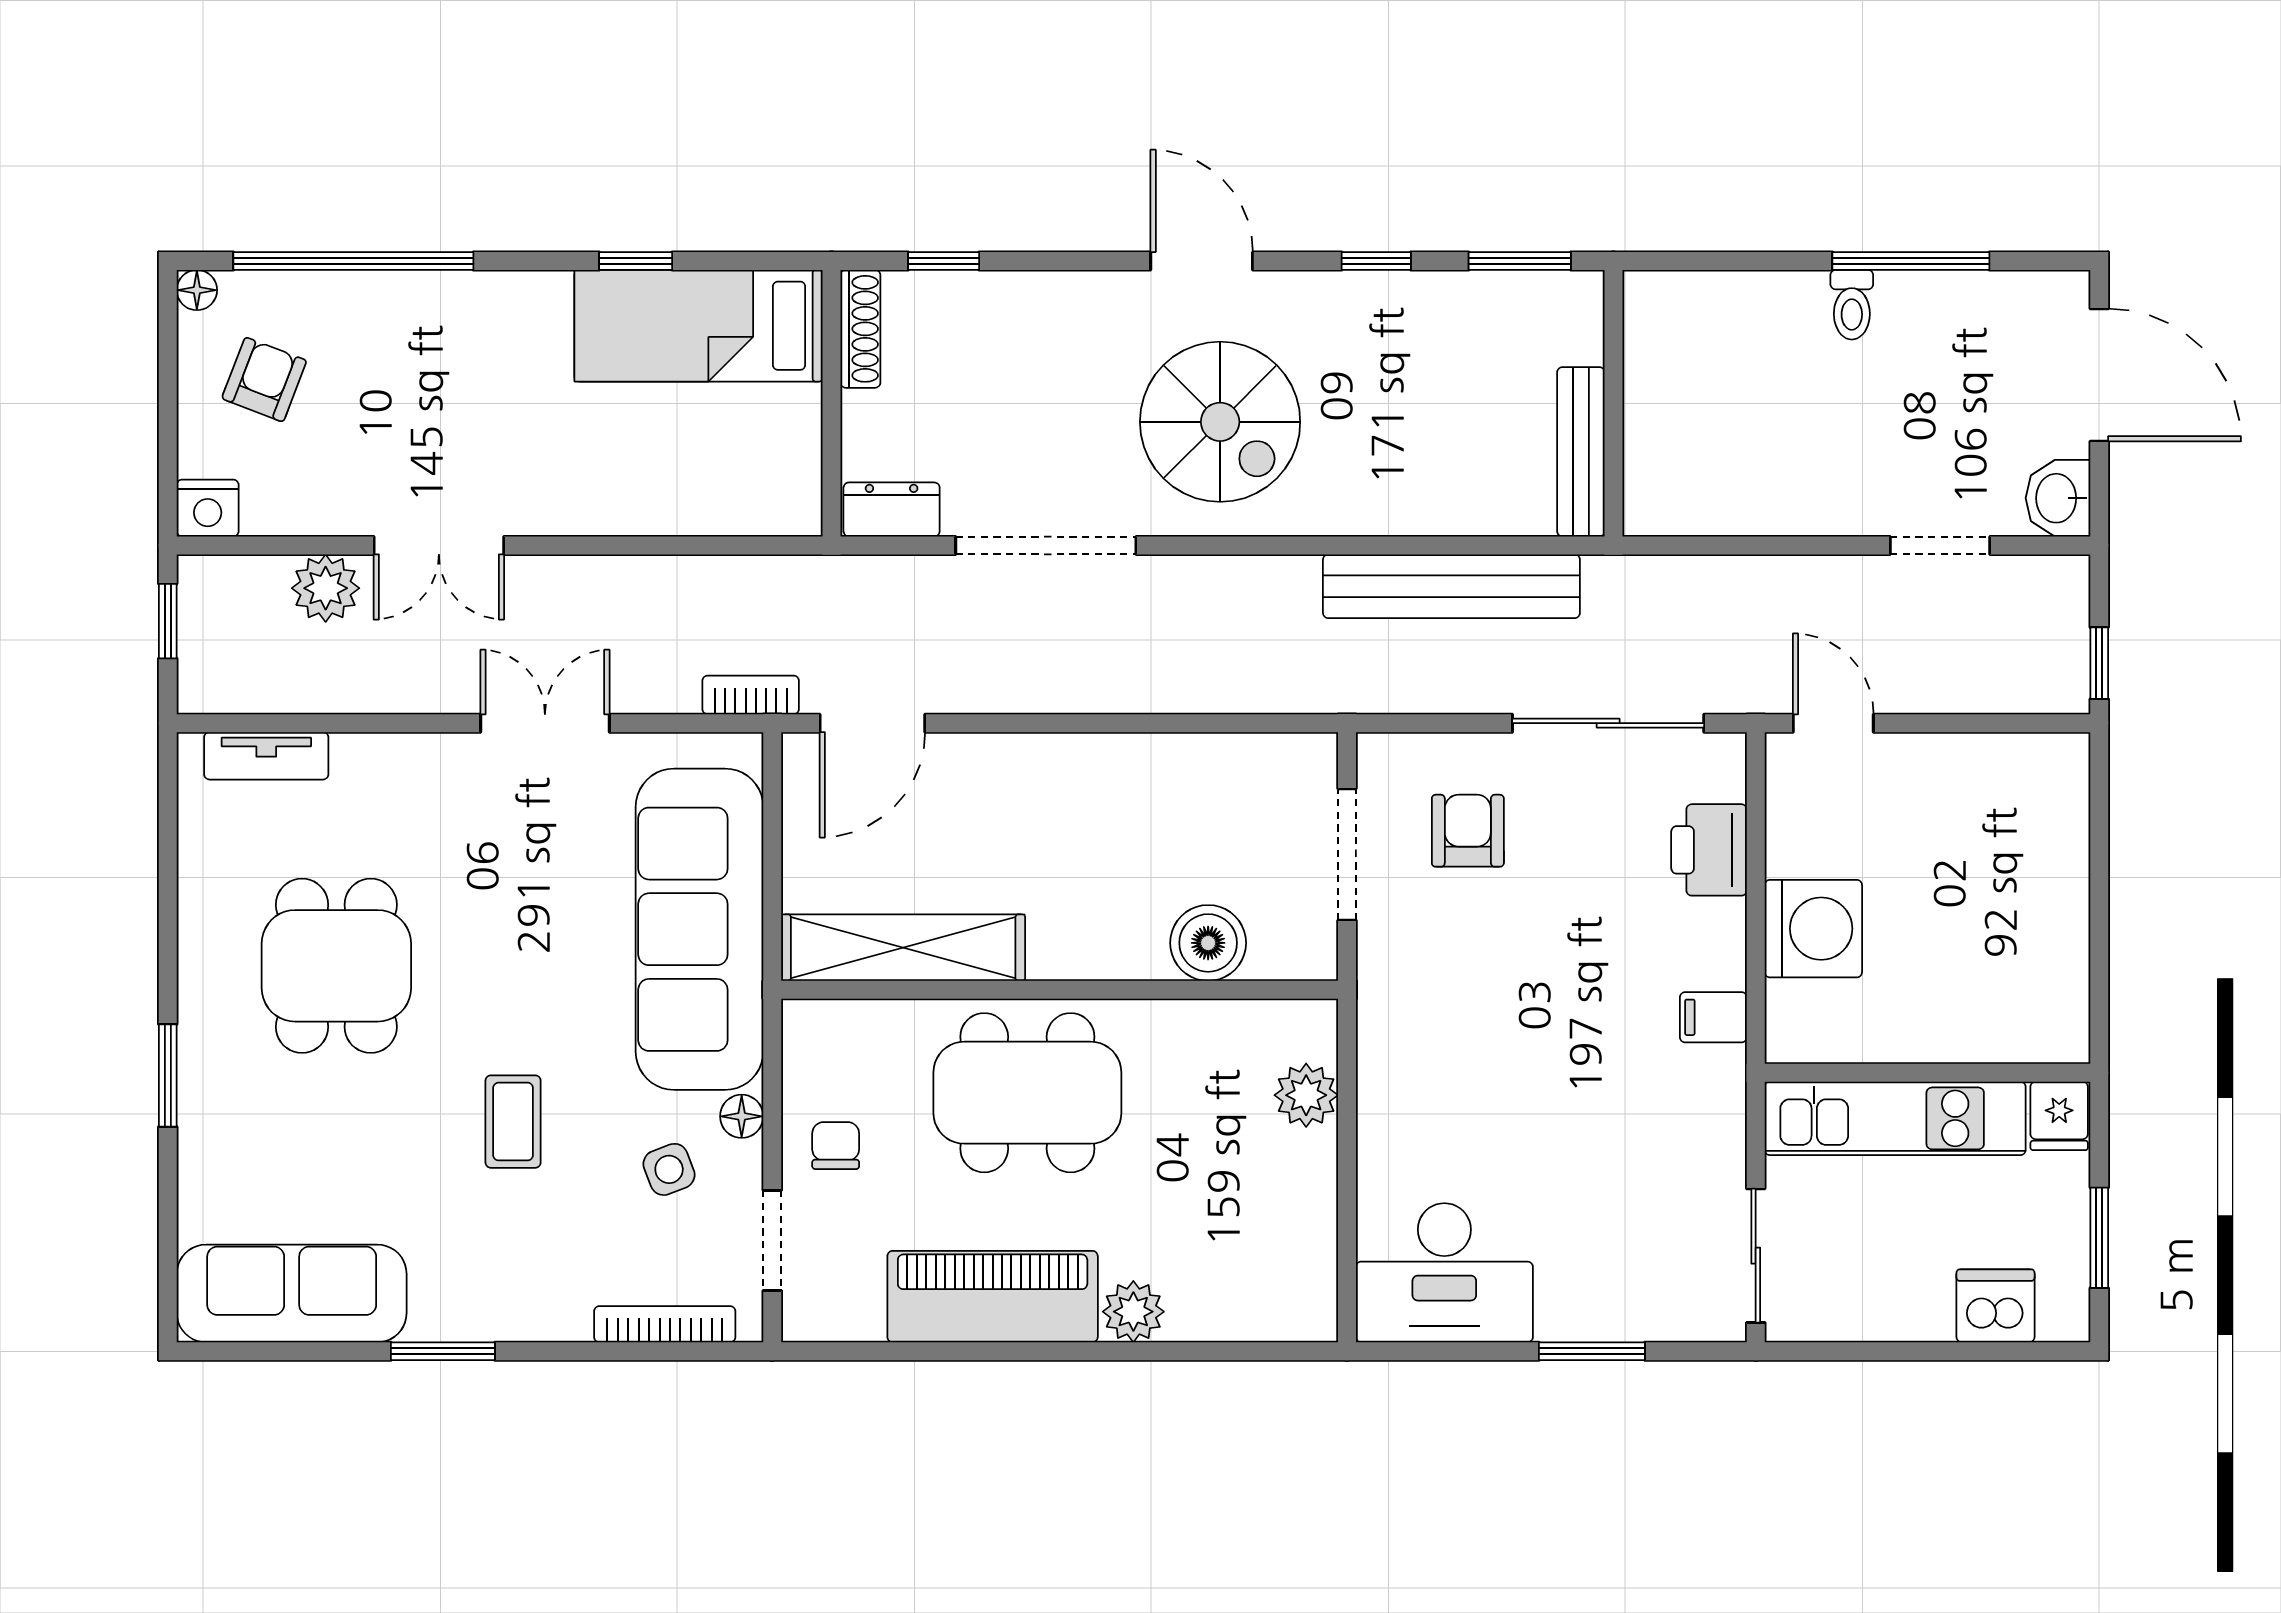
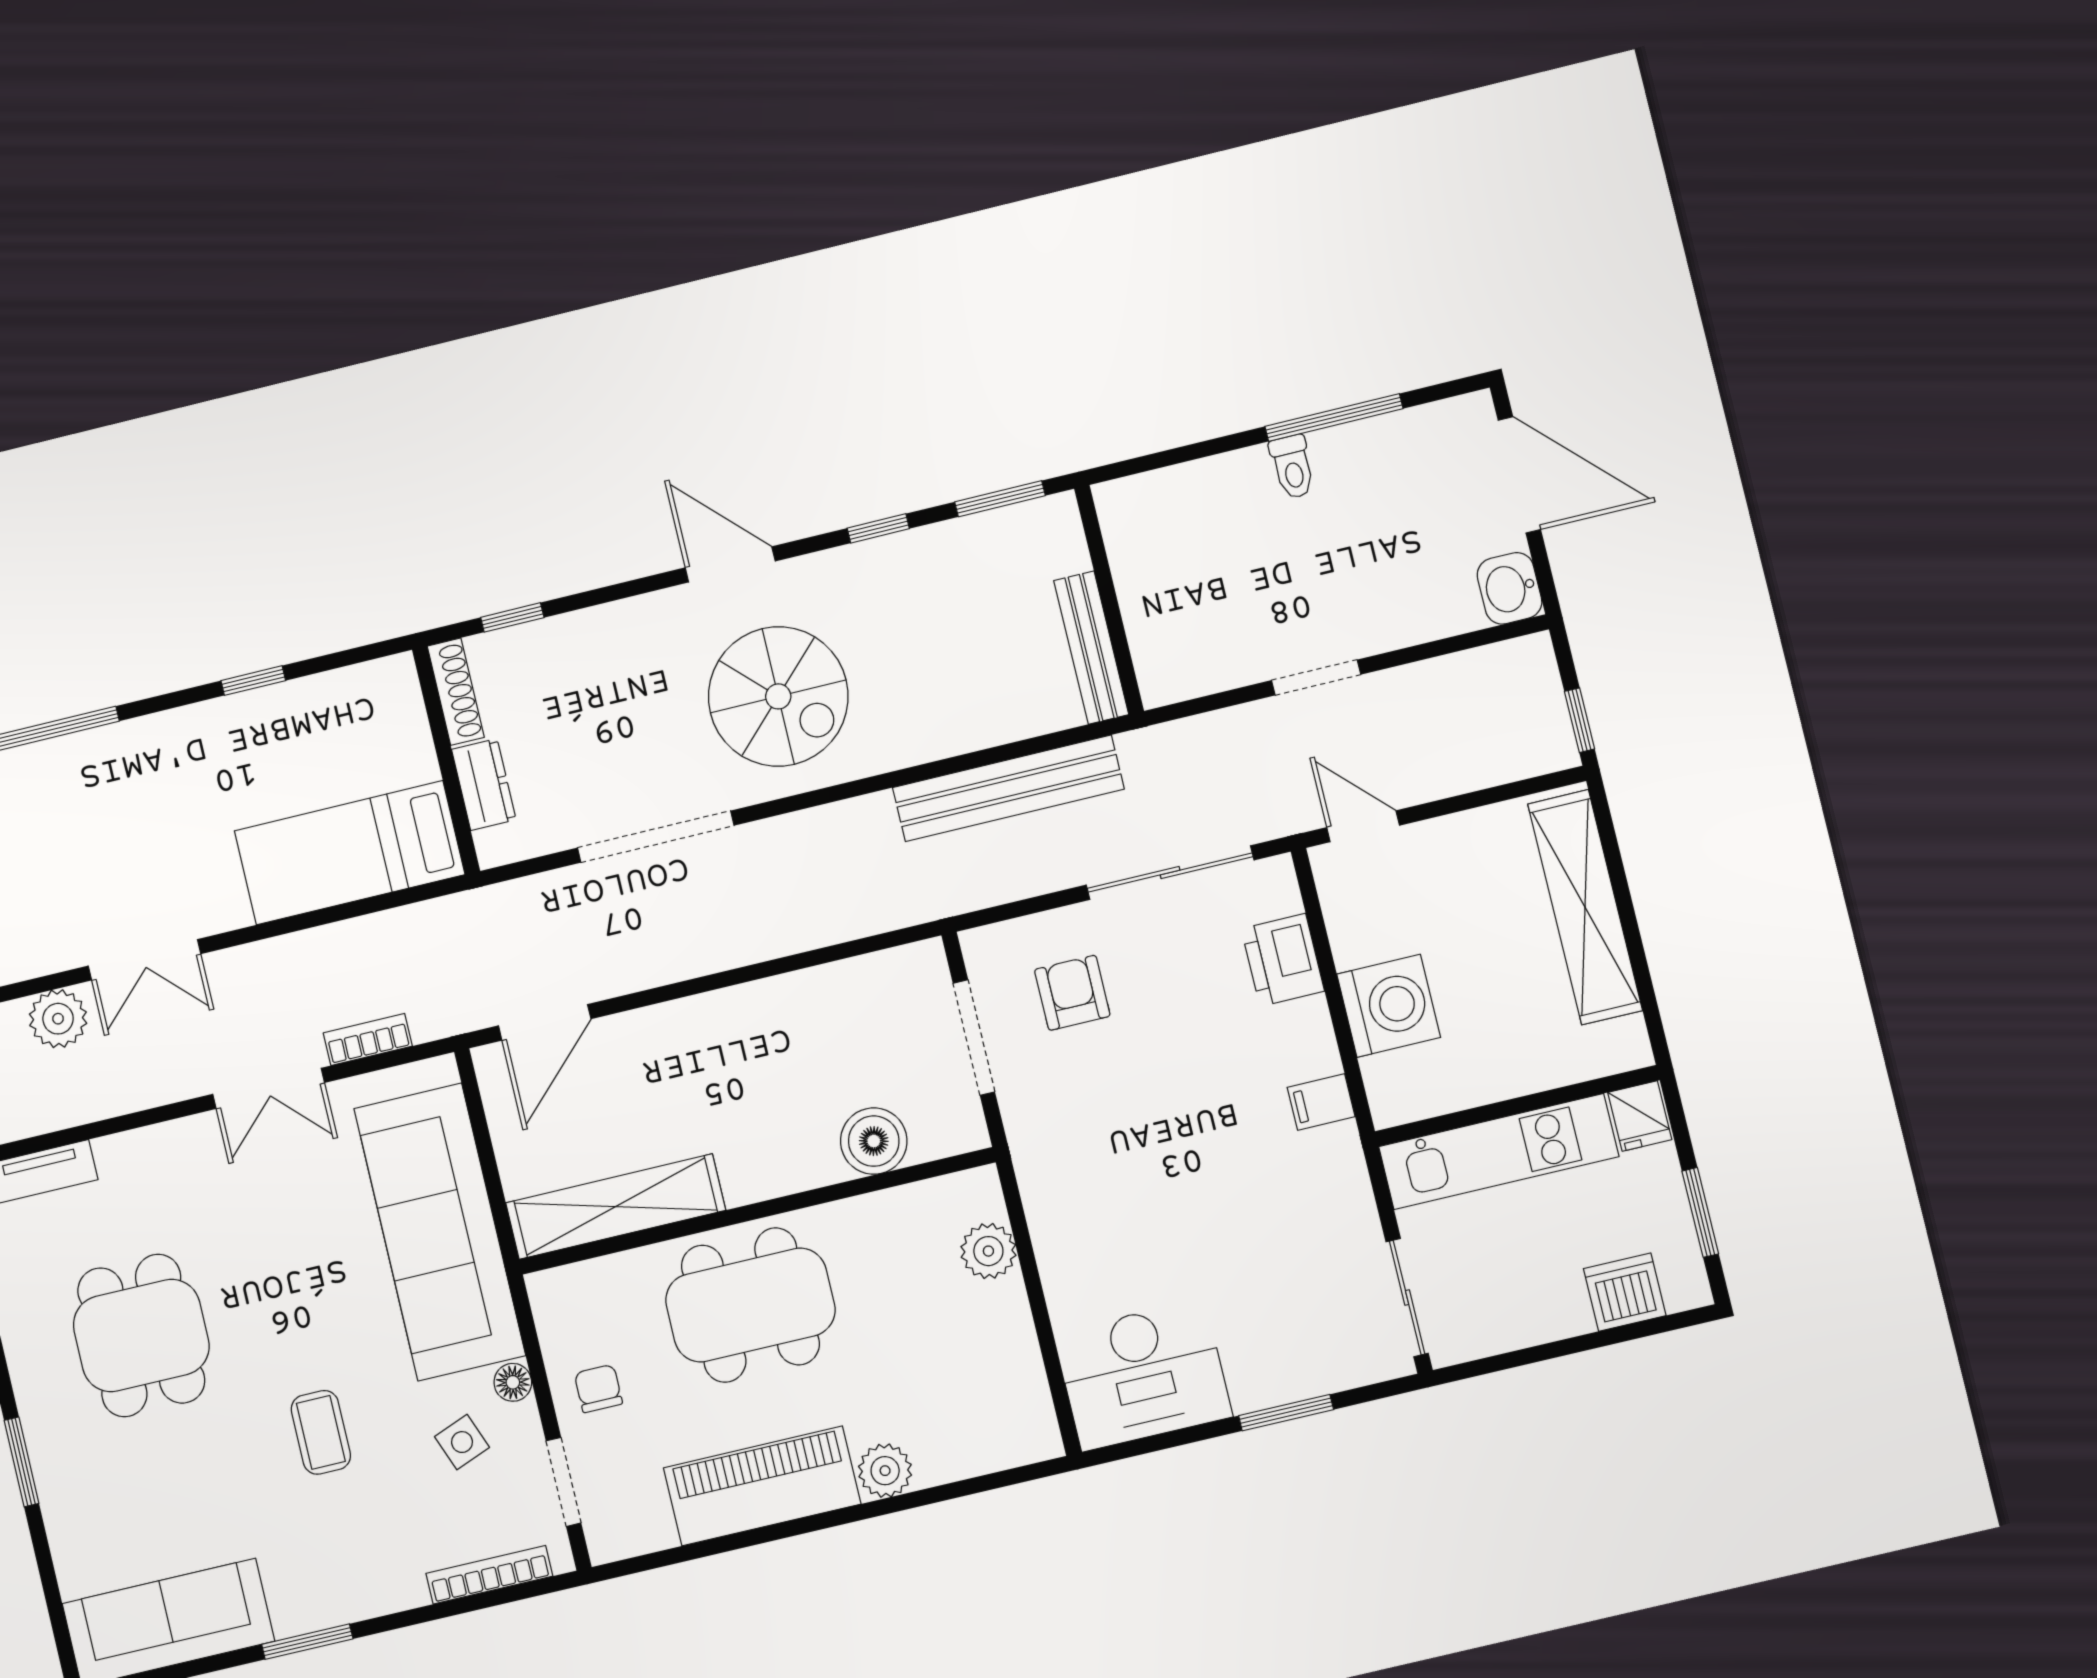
bed: (698, 326) -> (350, 853), moved
dresser: (892, 509) -> (484, 784), moved, turned 90
doorway: (1940, 545) -> (1316, 677), moved
bookcase: (751, 695) -> (368, 1039), moved
double door: (545, 723) -> (269, 1088), swing flipped
shelving: (2055, 871) -> (1585, 907), added

